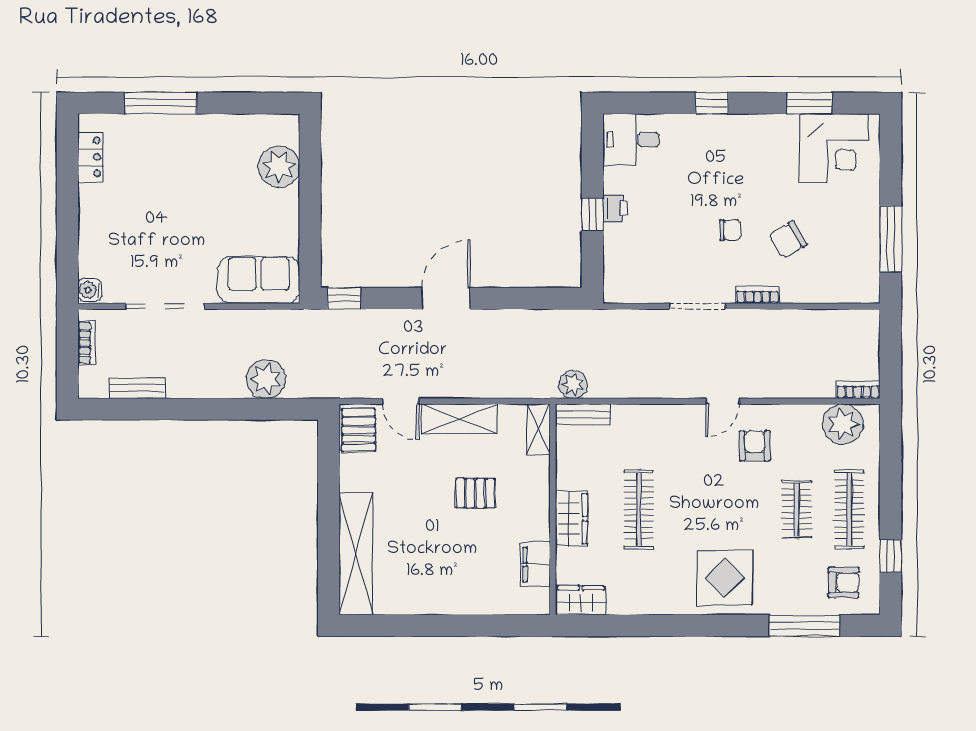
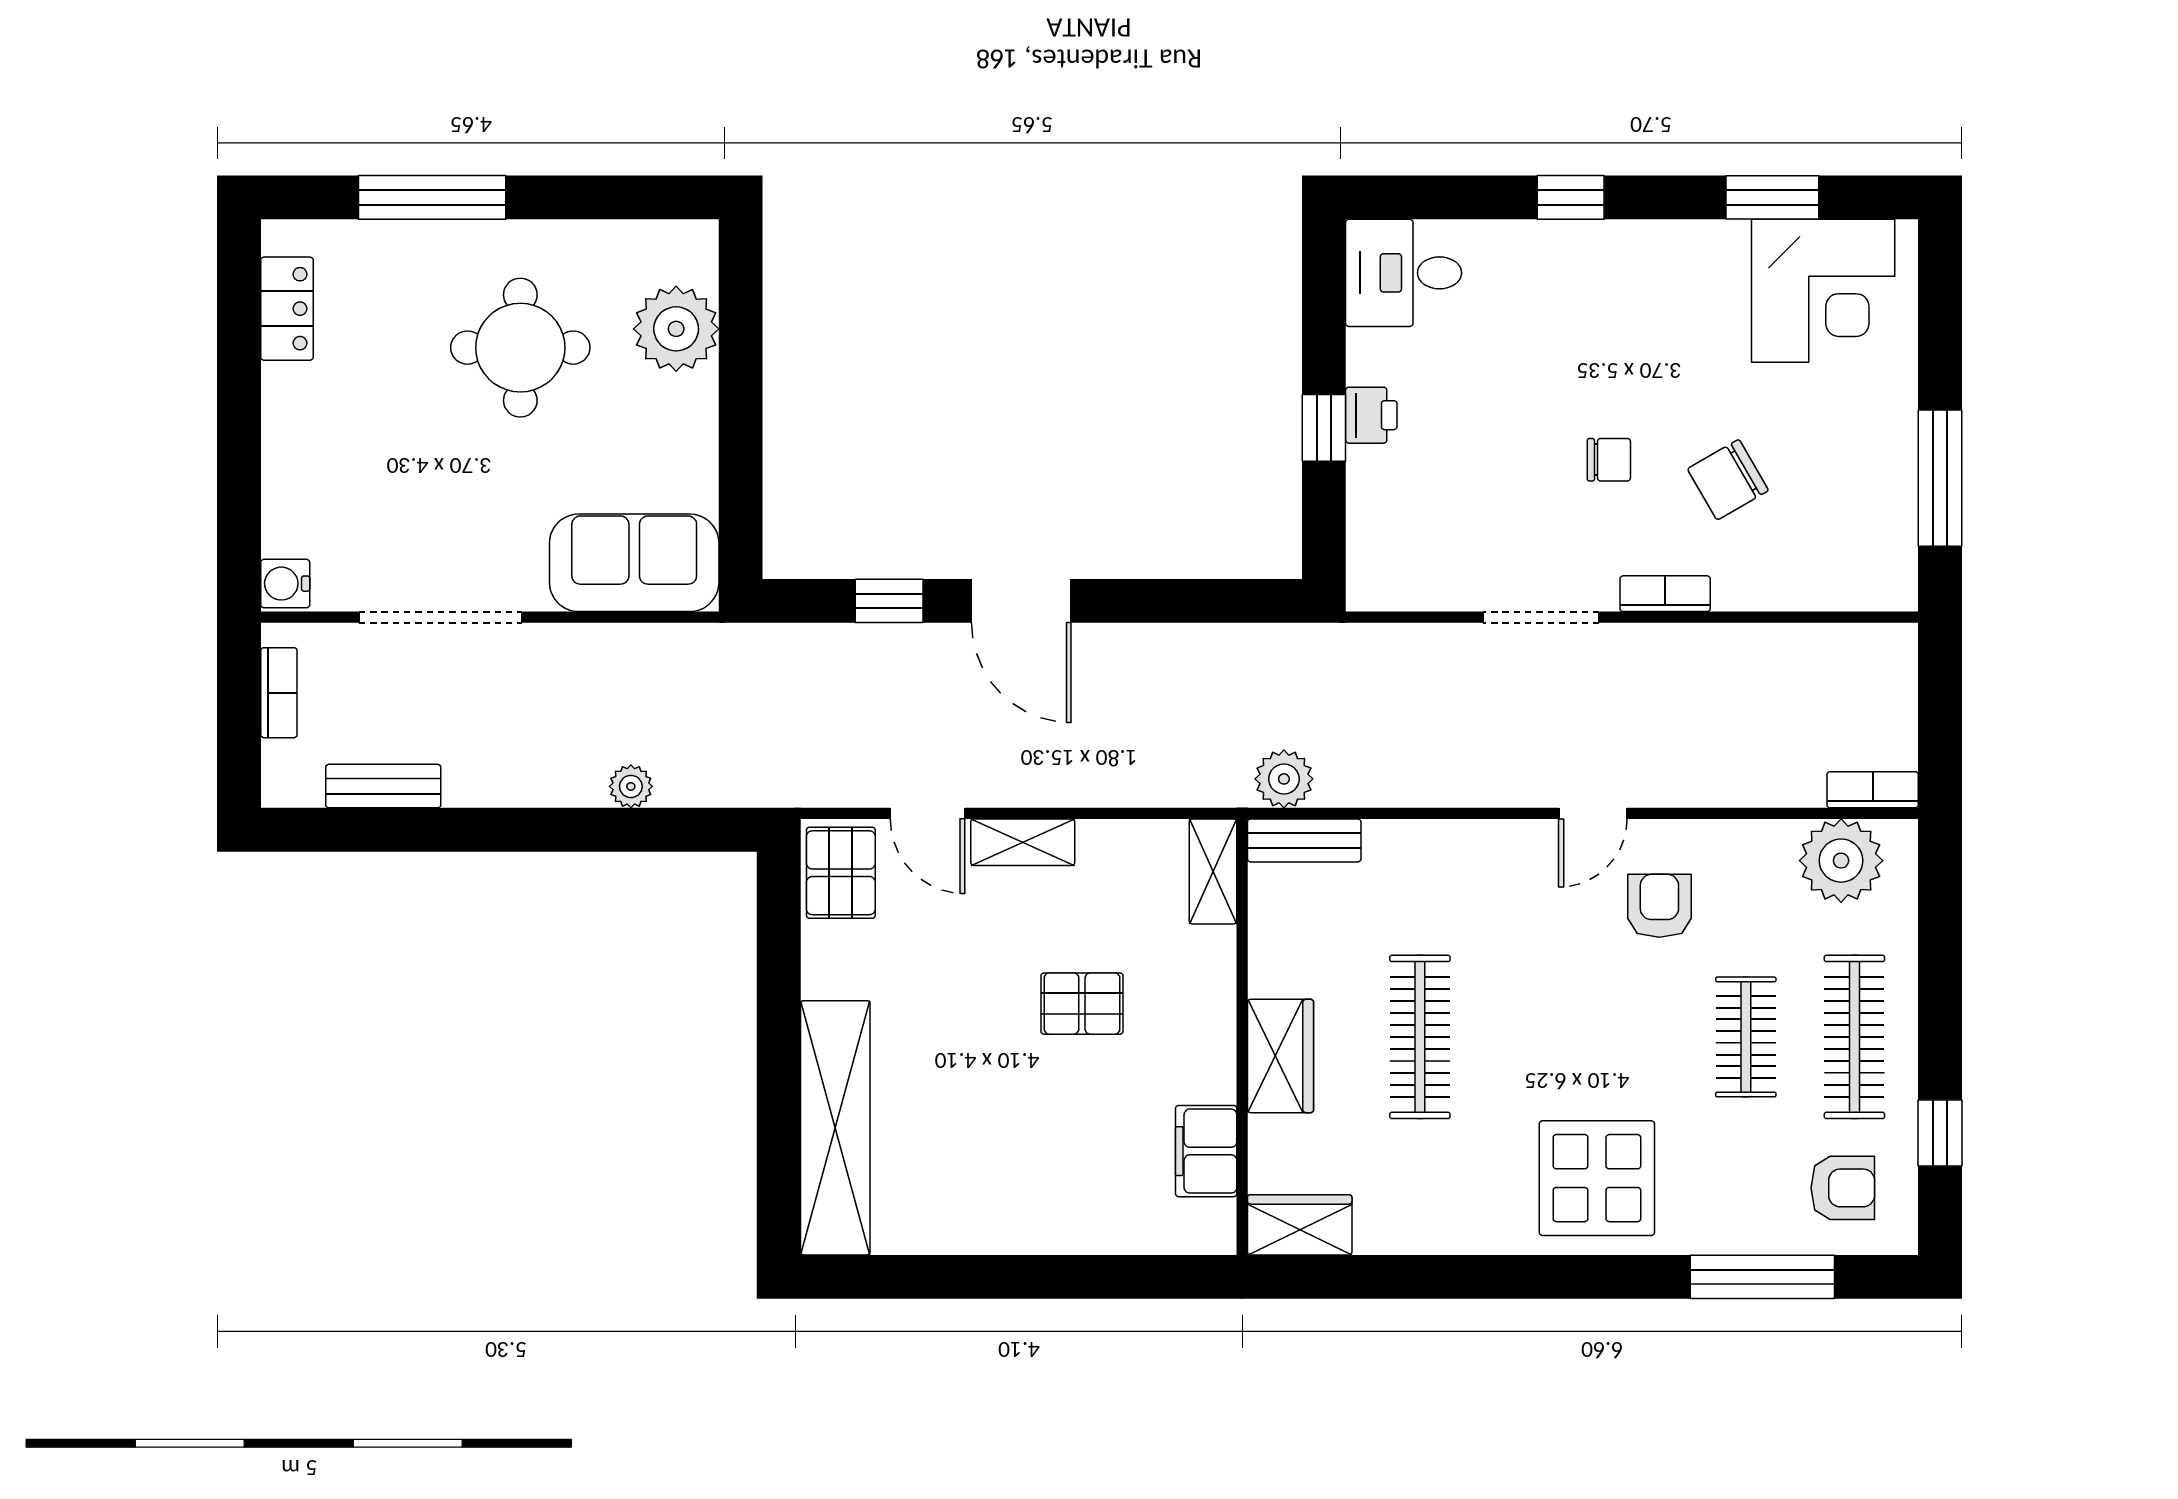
round table: (203, 176) -> (520, 348), added
window: (344, 298) -> (889, 601), moved
door: (446, 298) -> (1021, 601), swing flipped
plant: (266, 379) -> (631, 786), width x0.53, depth x0.53
shelving: (459, 419) -> (1023, 842), width x0.67, depth x0.75

